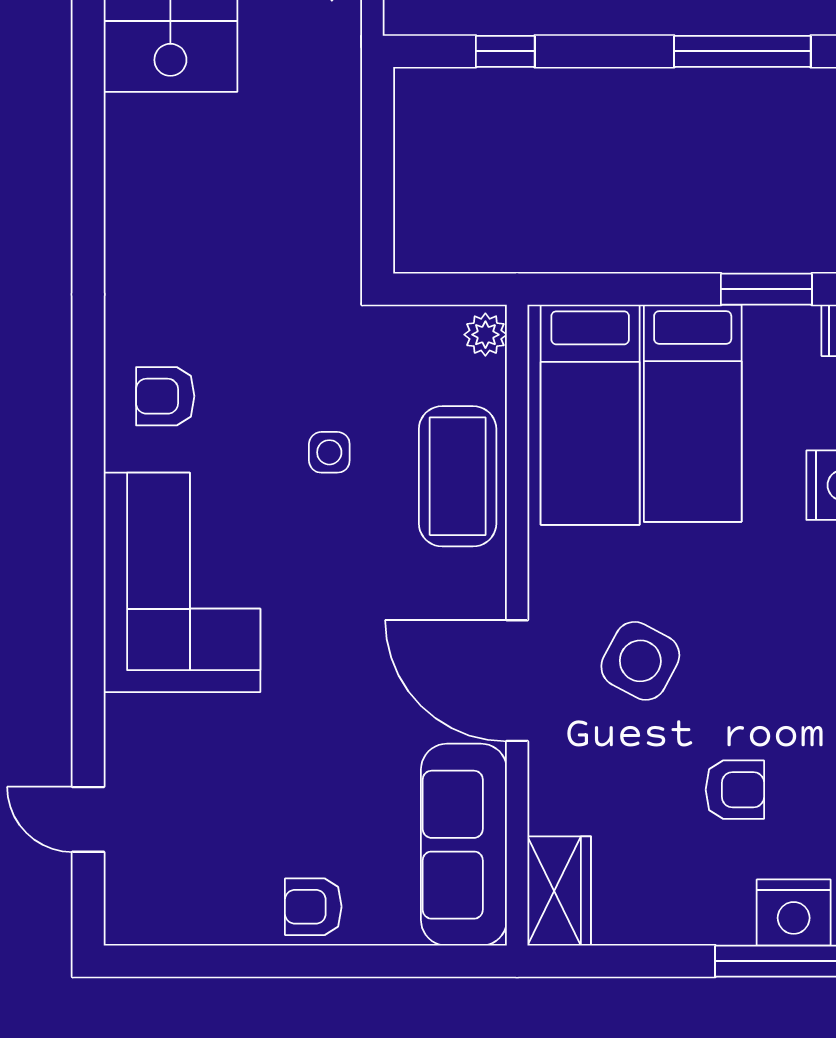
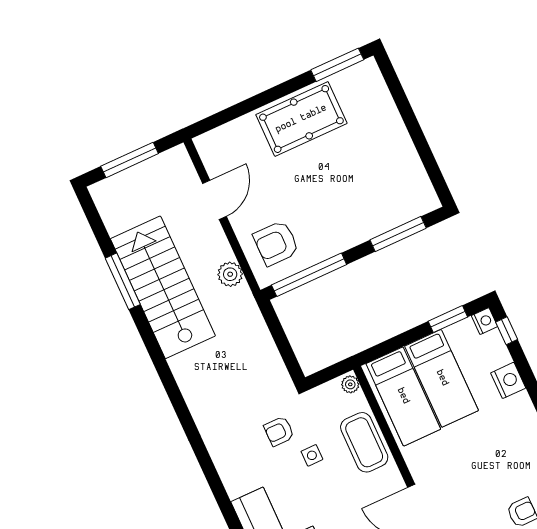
window: (505, 51) -> (309, 275), width x3.17
armchair: (165, 396) -> (279, 431), moved
side table: (640, 661) -> (464, 480), removed

